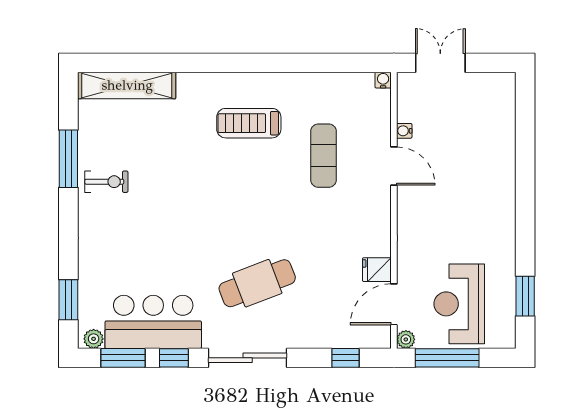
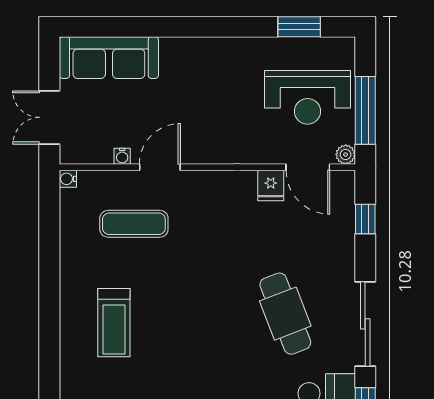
sofa: (496, 118) -> (109, 58), added
exercise mat: (324, 156) -> (134, 224), moved

